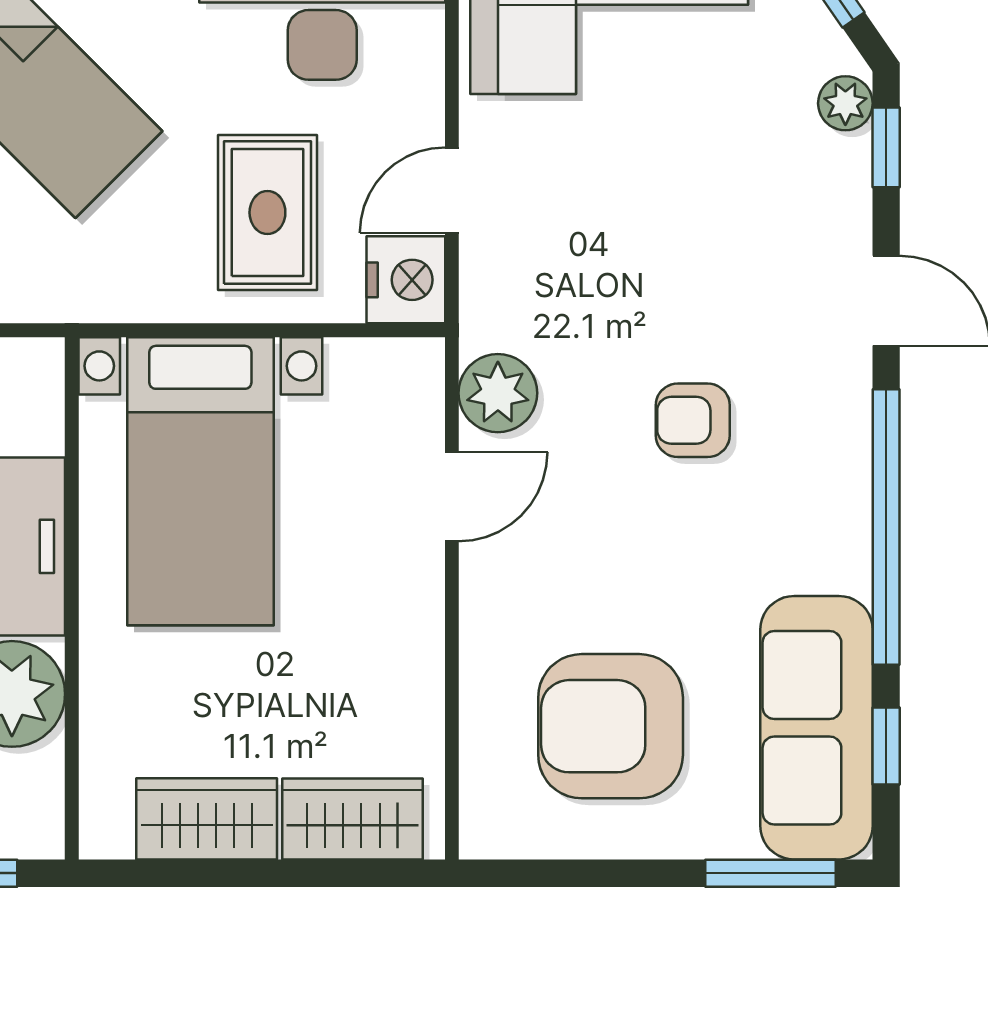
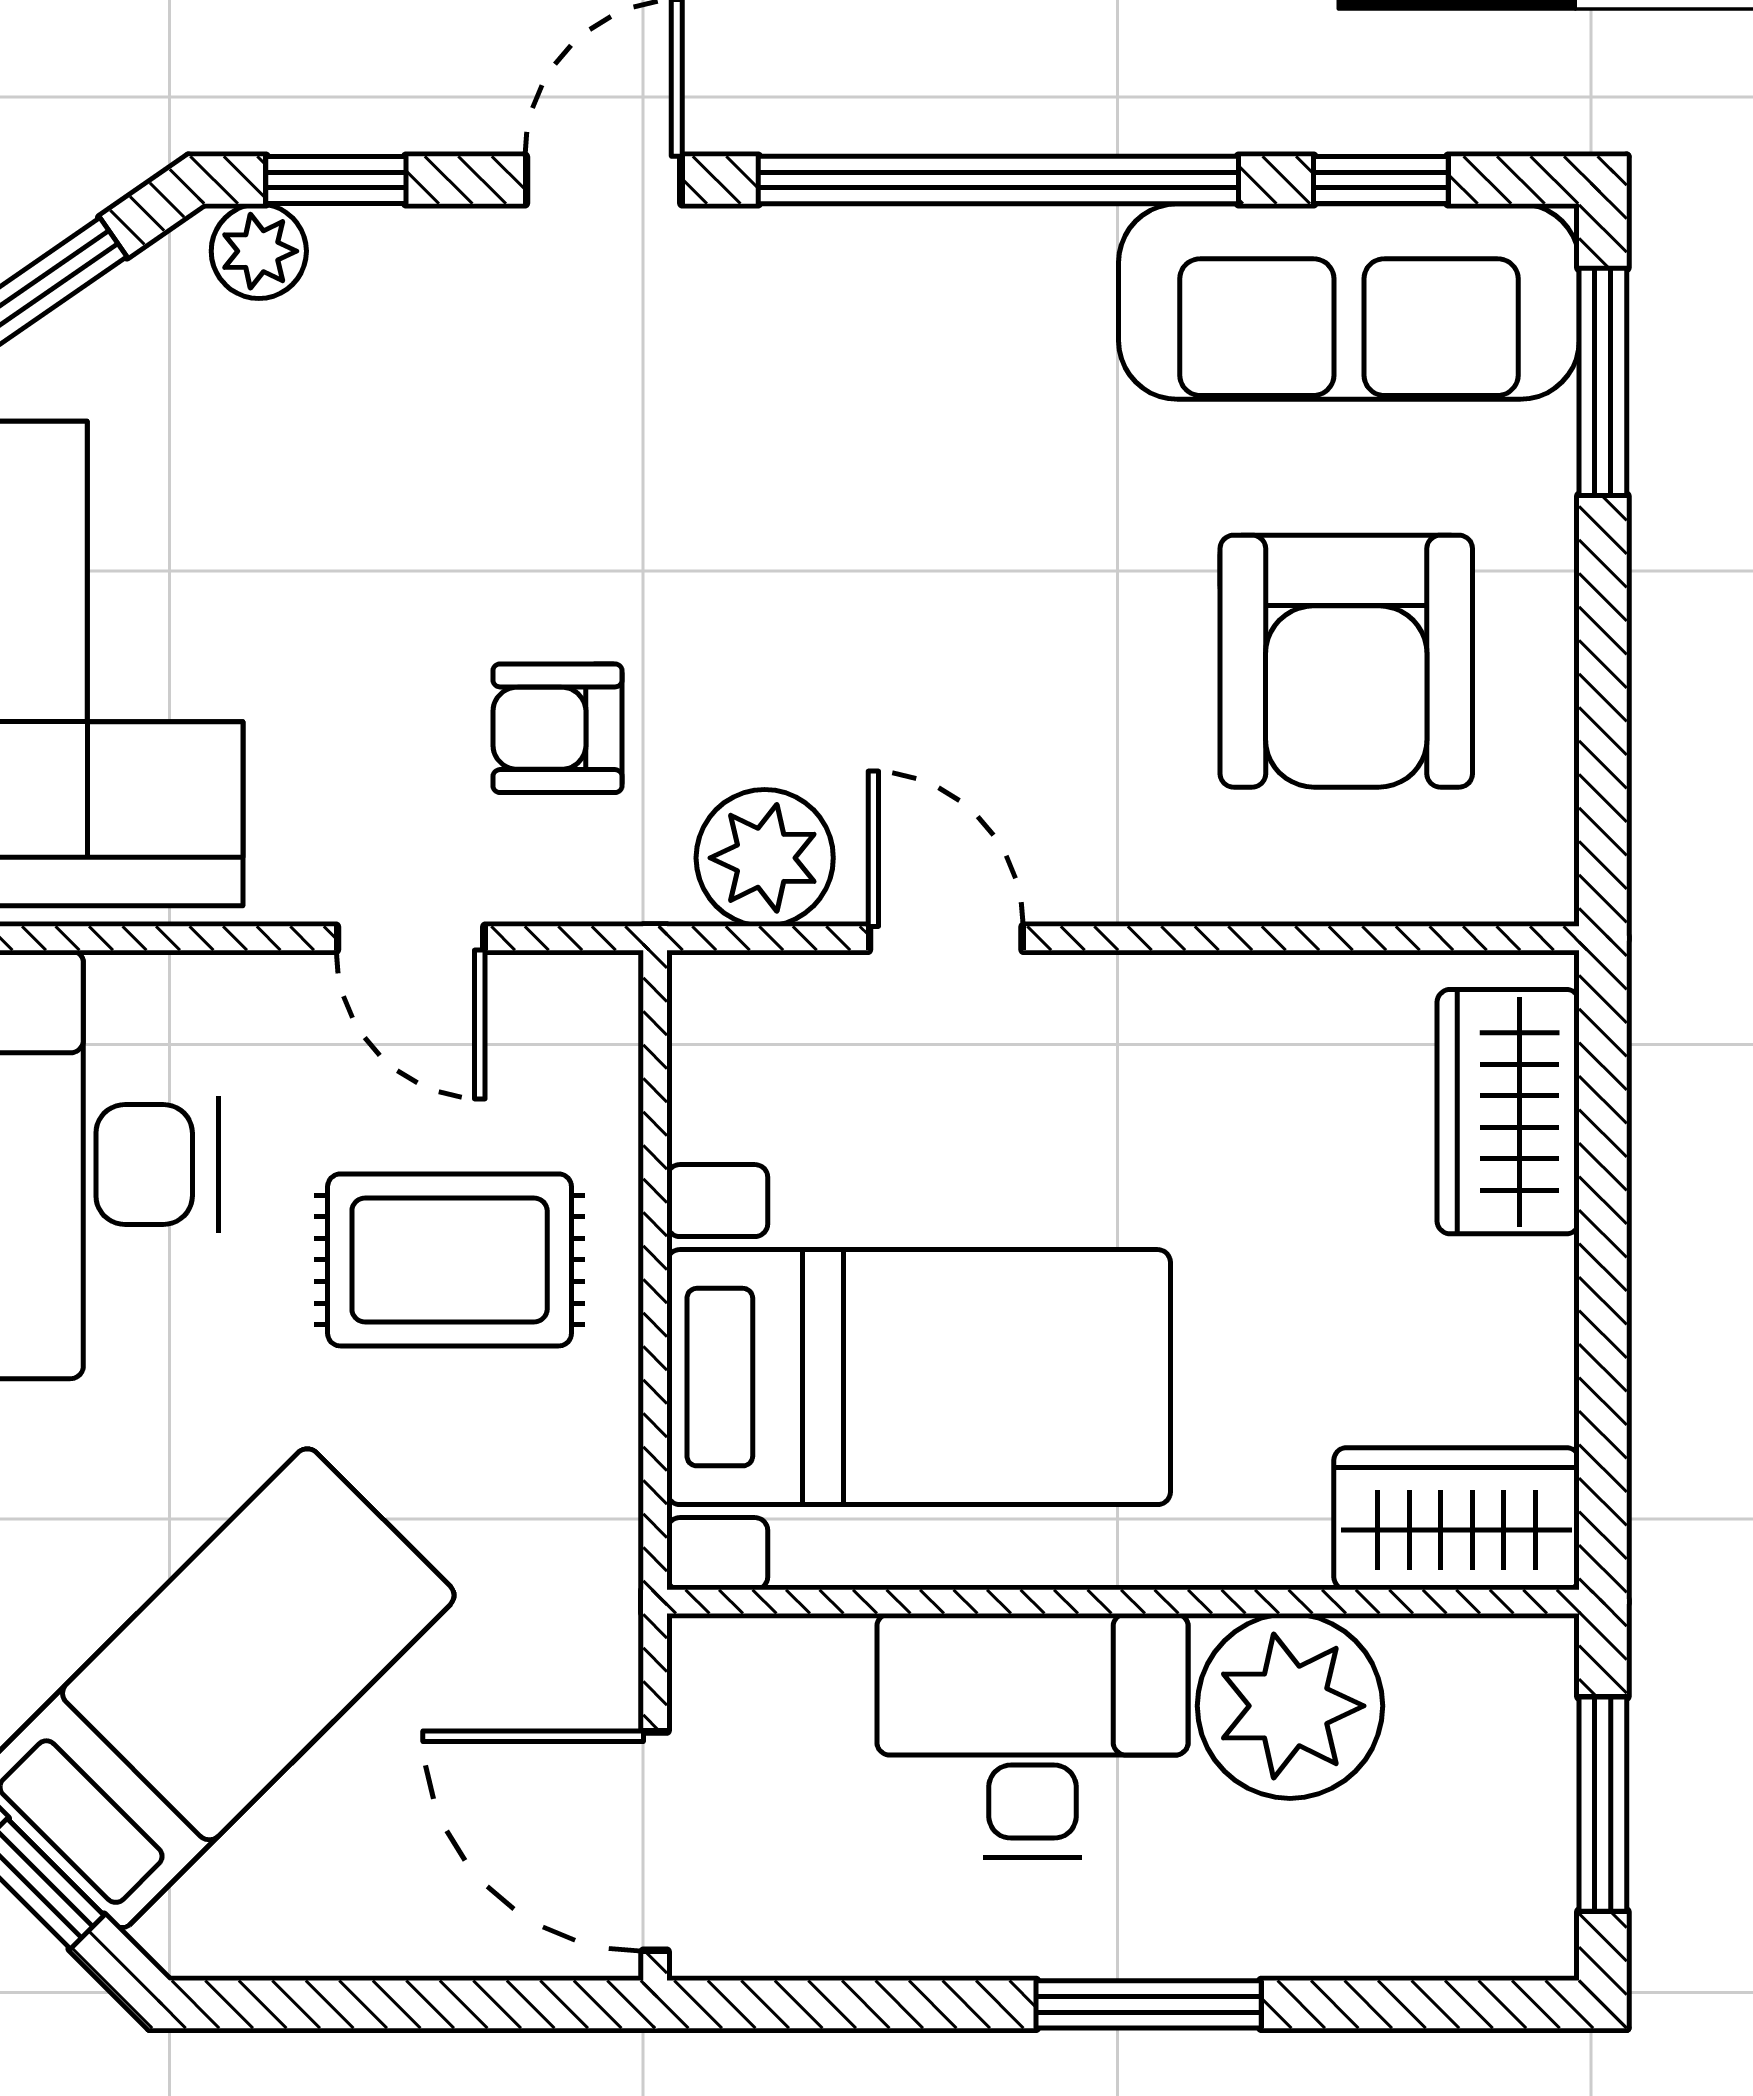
nightstand: (406, 280) -> (567, 1018), removed
armchair: (693, 420) -> (557, 728), moved, turned 90
wardrobe: (207, 819) -> (1457, 1519), moved, turned 90

